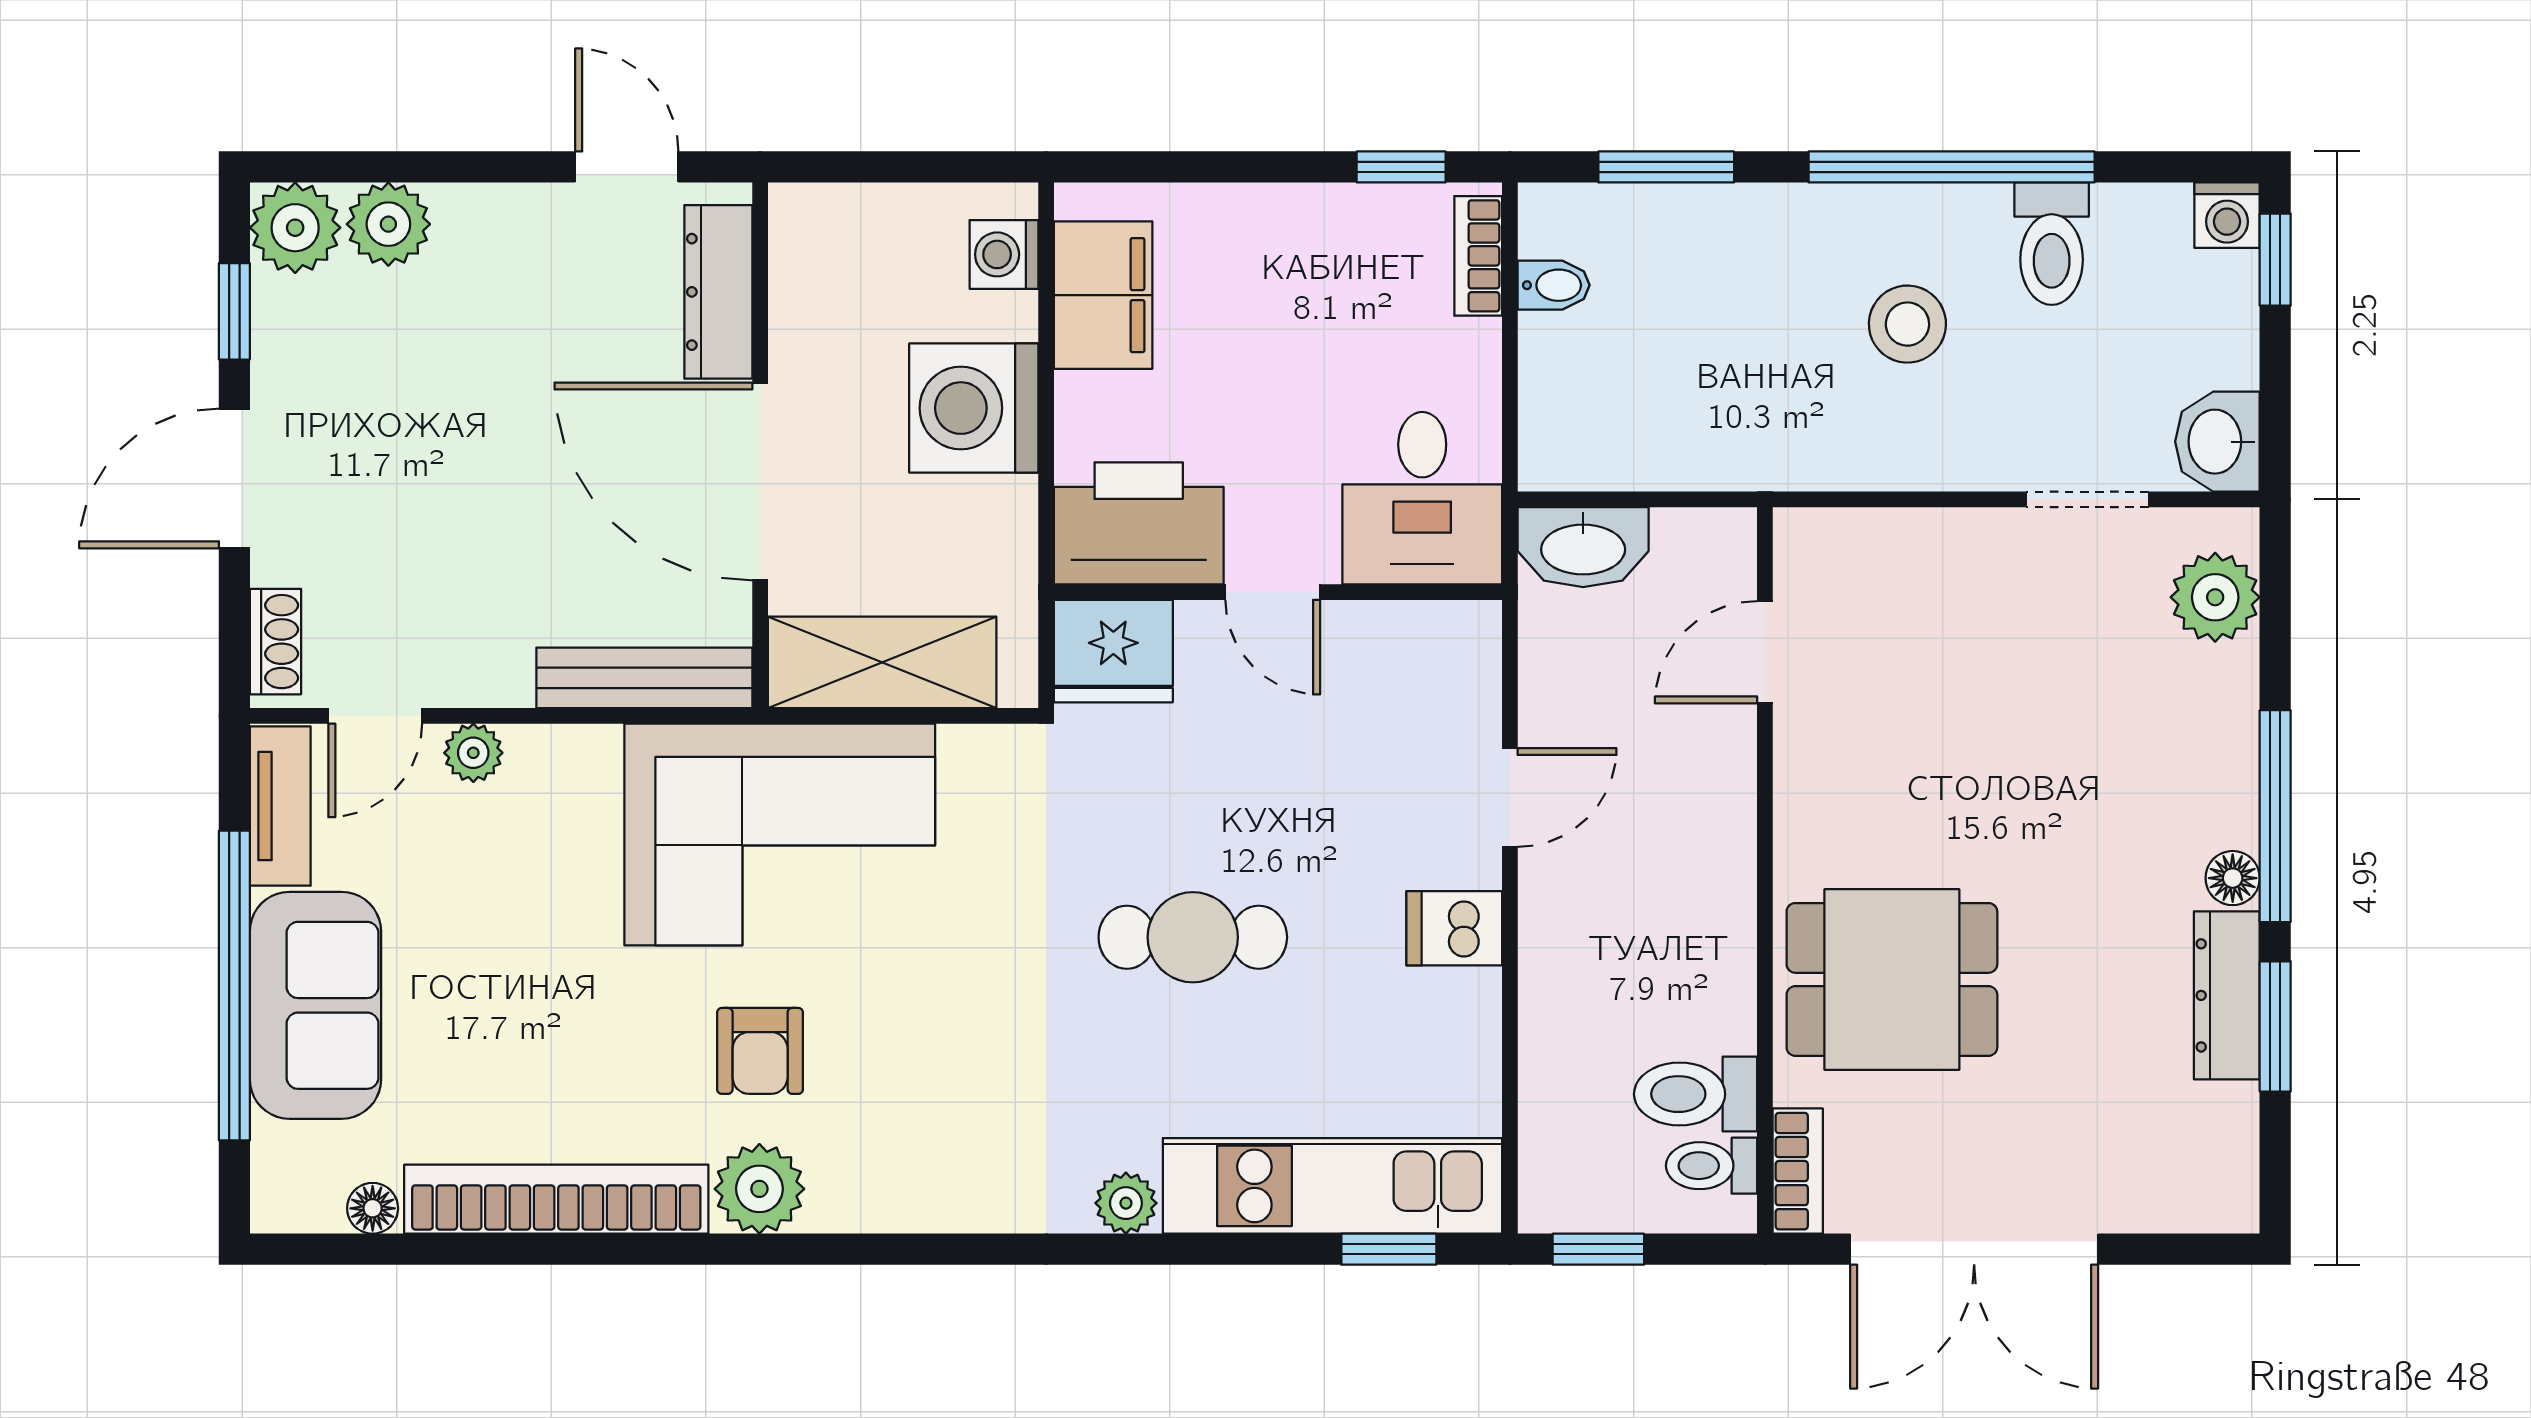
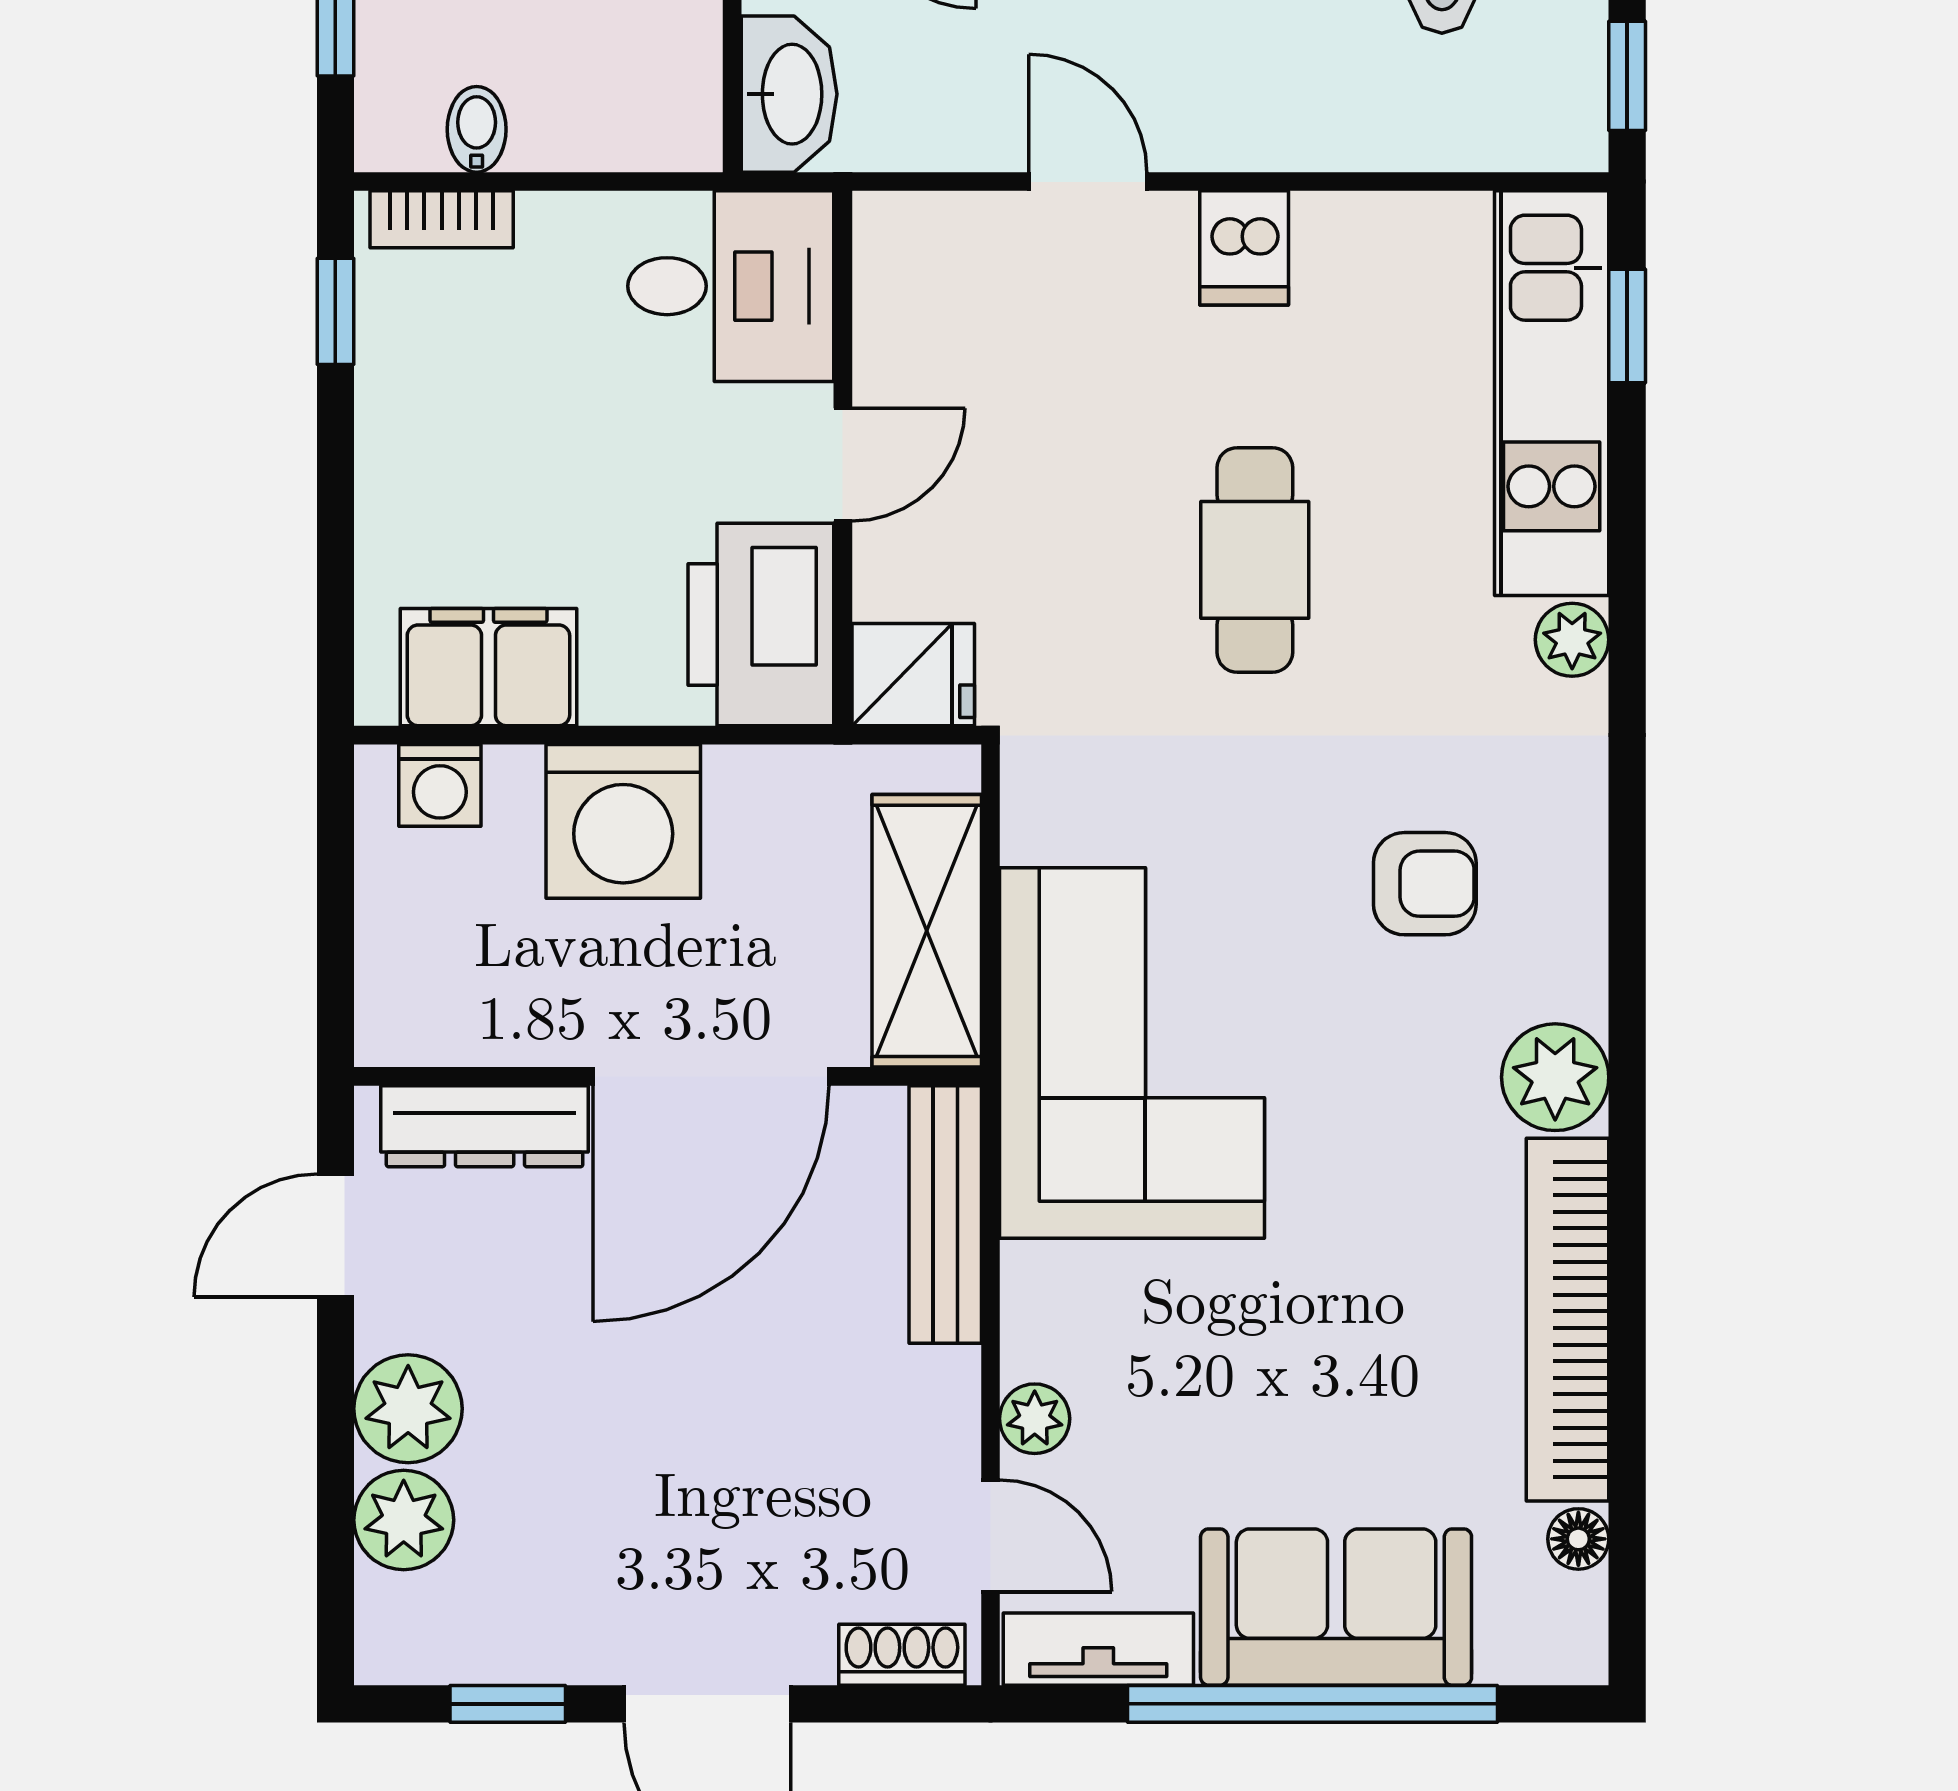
plant: (295, 228) -> (408, 1409), moved
fridge: (1113, 651) -> (913, 675), width x0.72
armchair: (760, 1051) -> (1425, 884), moved

